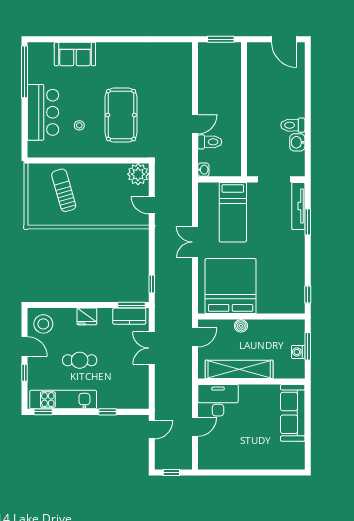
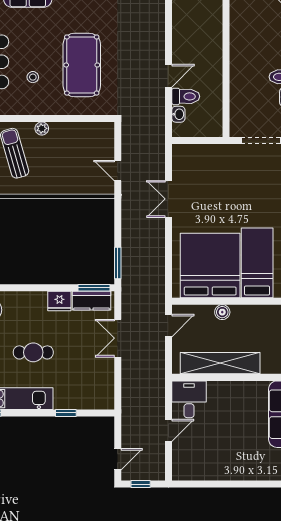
washbasin: (203, 170) -> (178, 114), moved
plant: (138, 174) -> (42, 128), moved, width x0.53, depth x0.53
bed: (233, 212) -> (257, 263), moved, turned 180
double door: (195, 242) -> (168, 199), moved
window: (152, 284) -> (118, 263), width x1.50
fridge: (87, 316) -> (59, 301), moved
desk: (218, 400) -> (189, 399), width x0.73
door: (152, 430) -> (118, 459), moved

